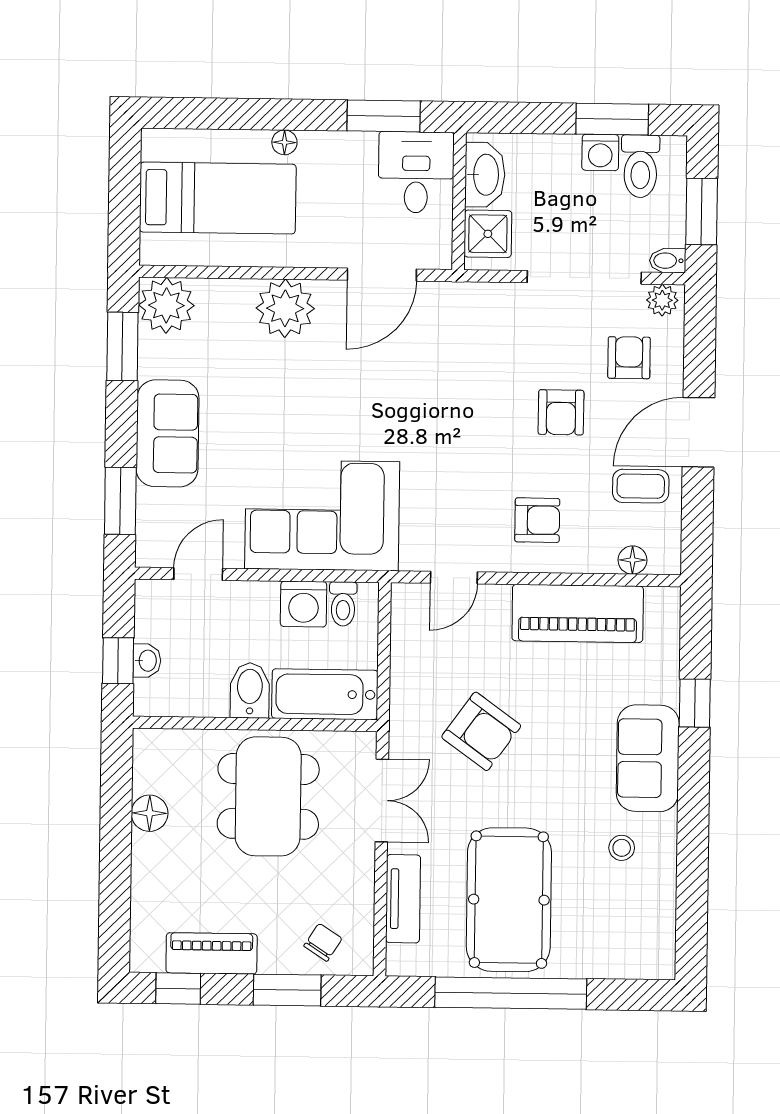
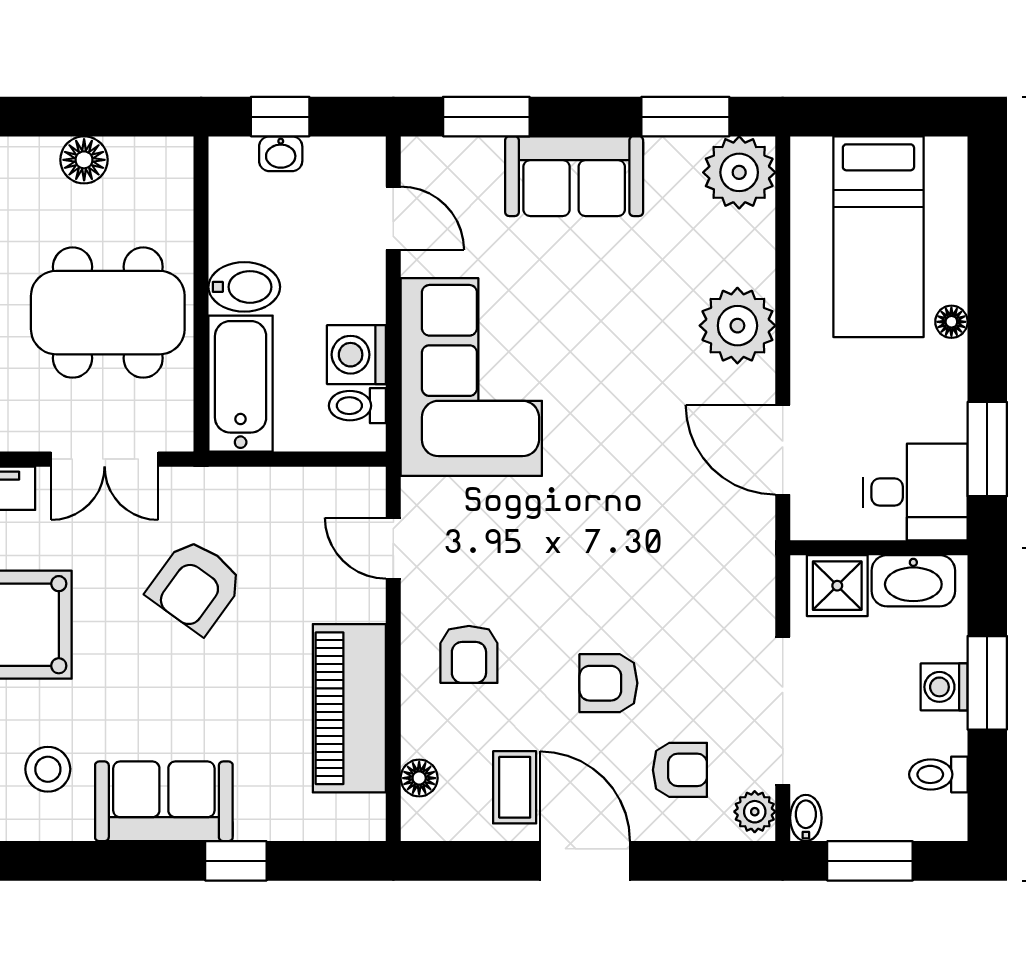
window: (612, 119) -> (987, 683), moved
washing machine: (600, 152) -> (944, 687), moved
toilet: (640, 166) -> (938, 774), width x0.73, depth x0.72
stool: (622, 848) -> (48, 769), width x1.37, depth x1.37

